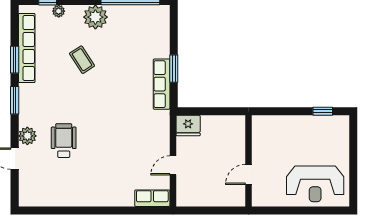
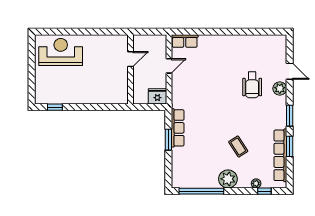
wall: (249, 161) -> (131, 69), moved
door: (249, 174) -> (131, 59), moved

